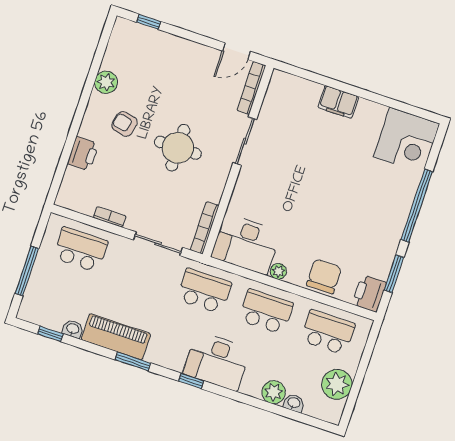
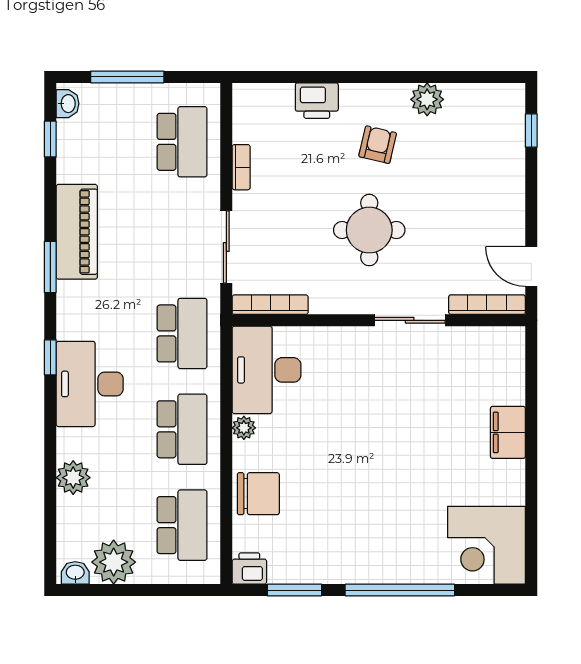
printer: (369, 293) -> (249, 568), width x0.73, depth x0.81
washbasin: (73, 329) -> (68, 104), moved
washbasin: (294, 403) -> (75, 573), moved, turned -90

